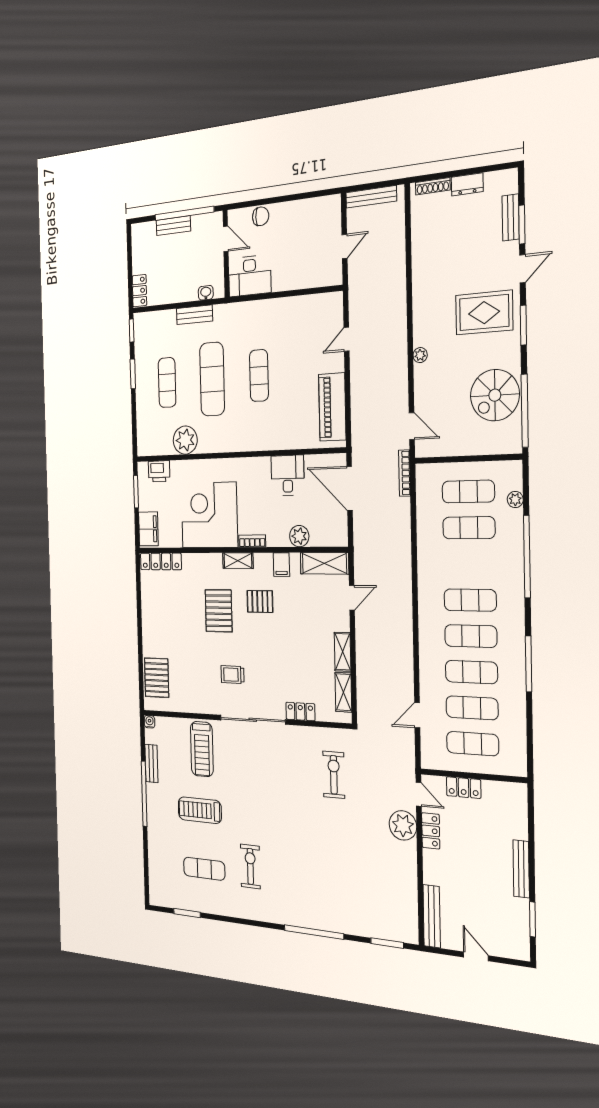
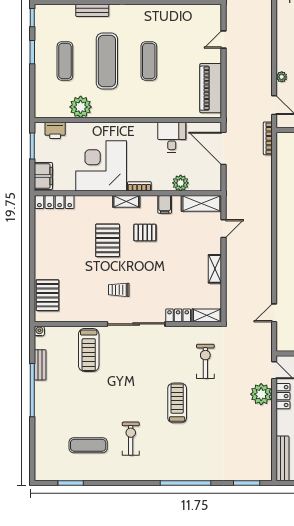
plant: (420, 355) -> (282, 77), moved
shelving: (343, 692) -> (207, 315), moved, turned 90
treadmill: (200, 810) -> (177, 403), moved, turned 90

